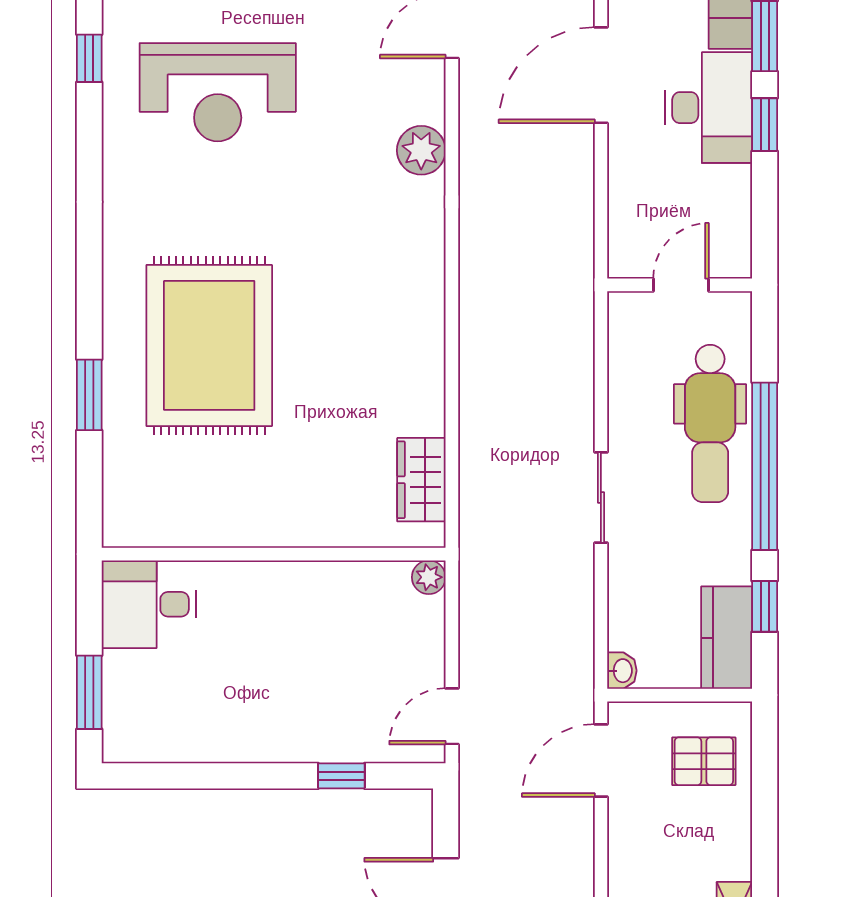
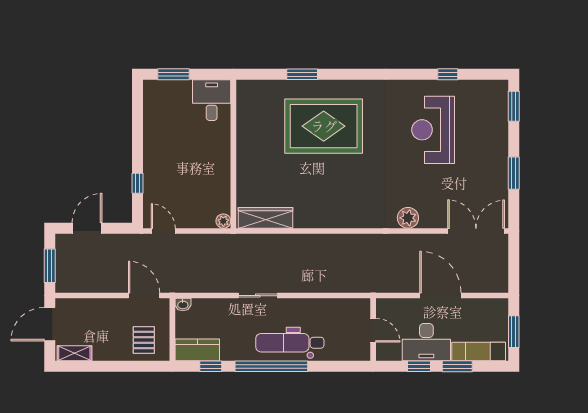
wall: (680, 285) -> (373, 330), moved
door: (681, 285) -> (373, 330), moved
wardrobe: (421, 480) -> (266, 218), width x1.50

